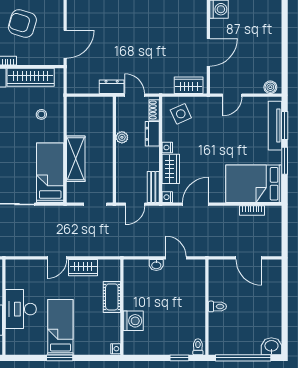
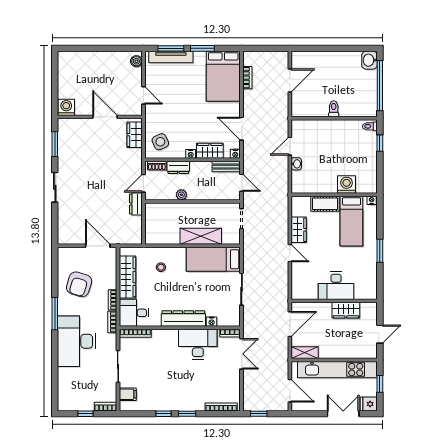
bed: (60, 327) -> (351, 221), moved, turned -90

